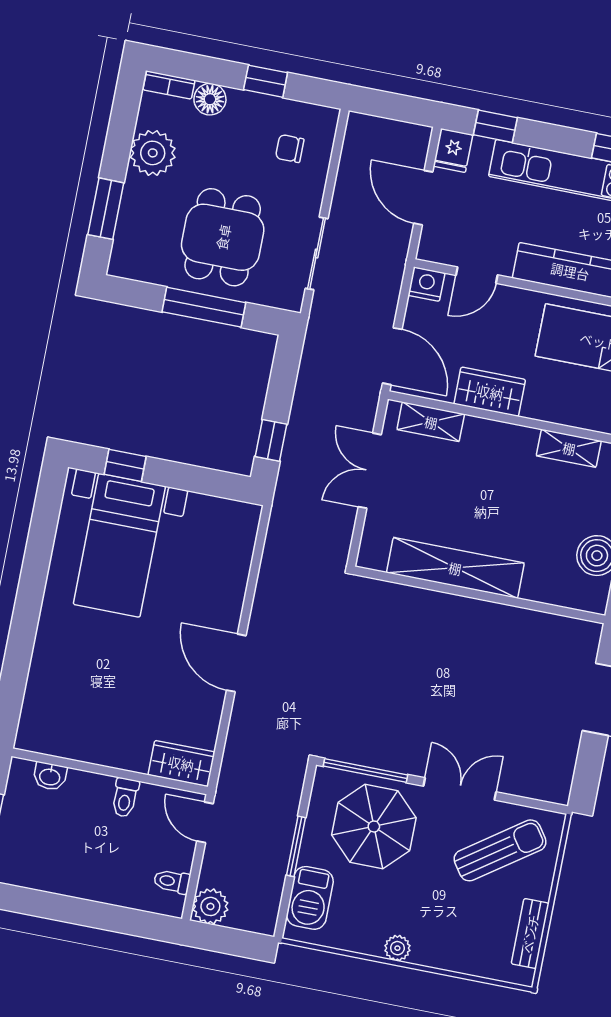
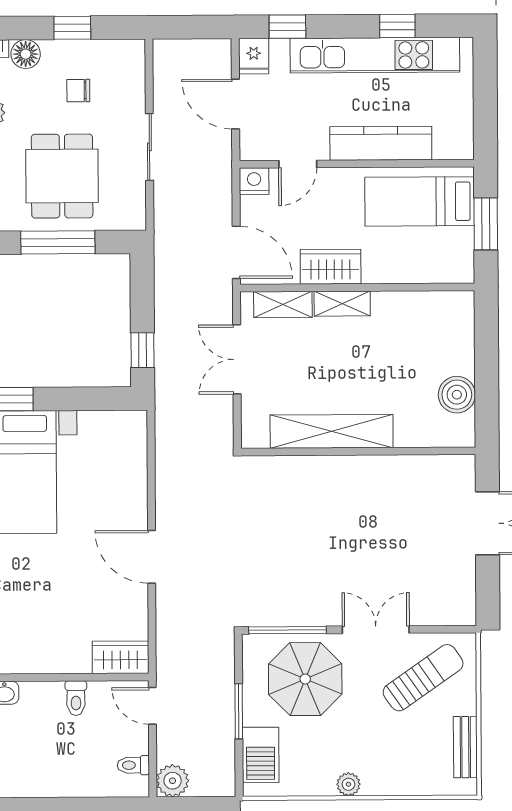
chair: (290, 148) -> (78, 91), moved
sliding door: (317, 253) -> (149, 147), moved
shelving: (569, 448) -> (342, 304), moved

